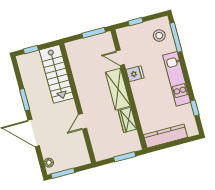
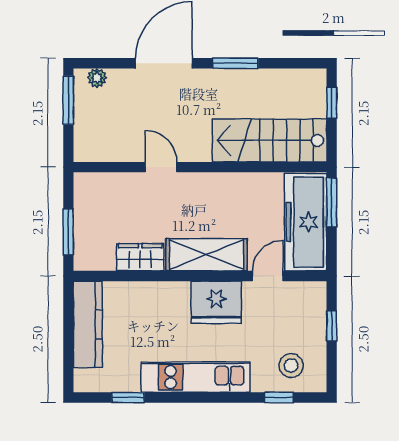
window: (94, 33) -> (332, 202), moved
window: (176, 37) -> (279, 398), width x0.46
freezer: (90, 47) -> (306, 222), added
fridge: (135, 74) -> (216, 302), width x1.88, depth x1.34

